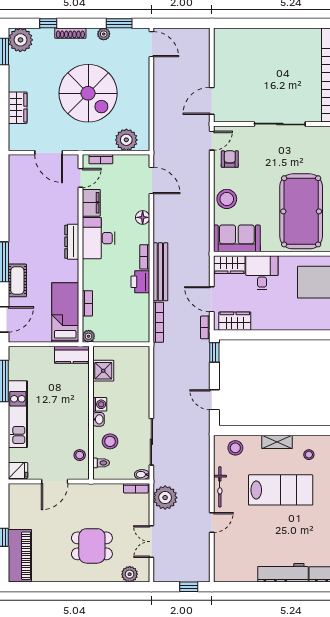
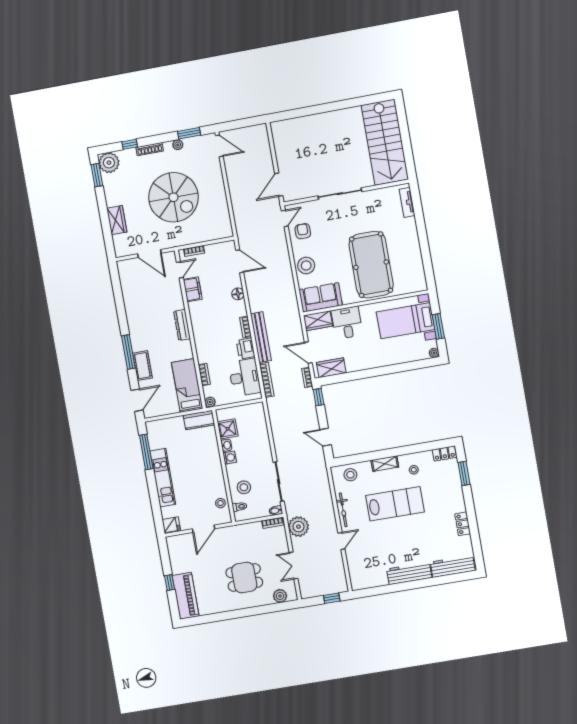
plant: (126, 140) -> (213, 231), removed
desk: (99, 238) -> (245, 377), moved, turned 180
washbasin: (98, 419) -> (226, 445), moved

